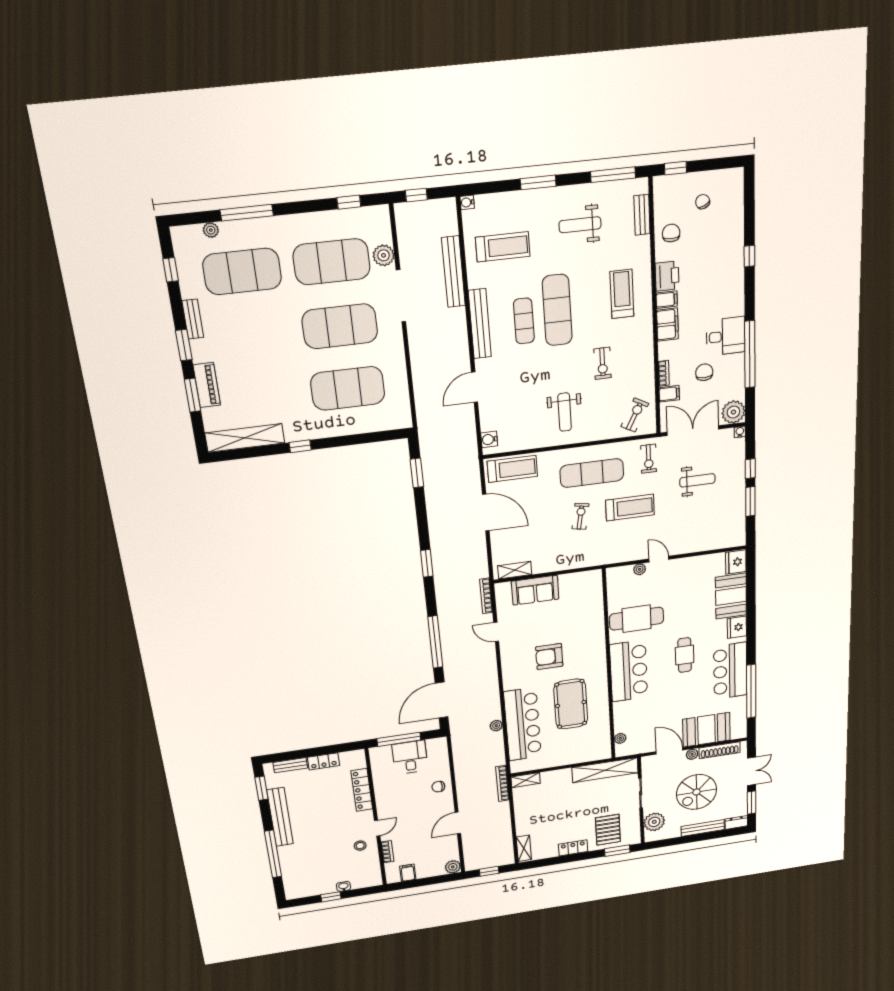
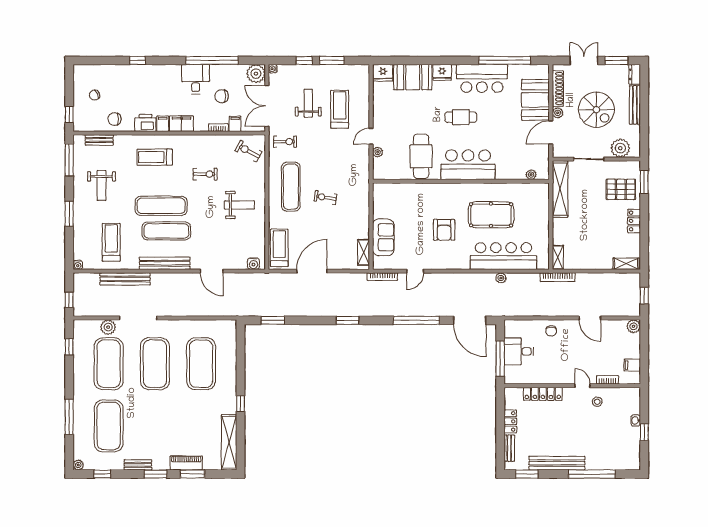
plant: (211, 230) -> (78, 465), moved
exercise mat: (524, 321) -> (166, 231), width x1.36, depth x1.45
treadmill: (630, 508) -> (340, 109), moved

